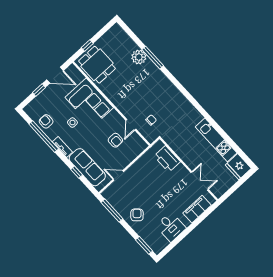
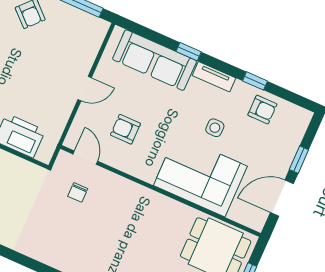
door: (131, 125) -> (85, 158), moved
window: (44, 137) -> (255, 81), width x0.32
window: (77, 172) -> (189, 52), moved
door: (118, 176) -> (85, 89), moved

